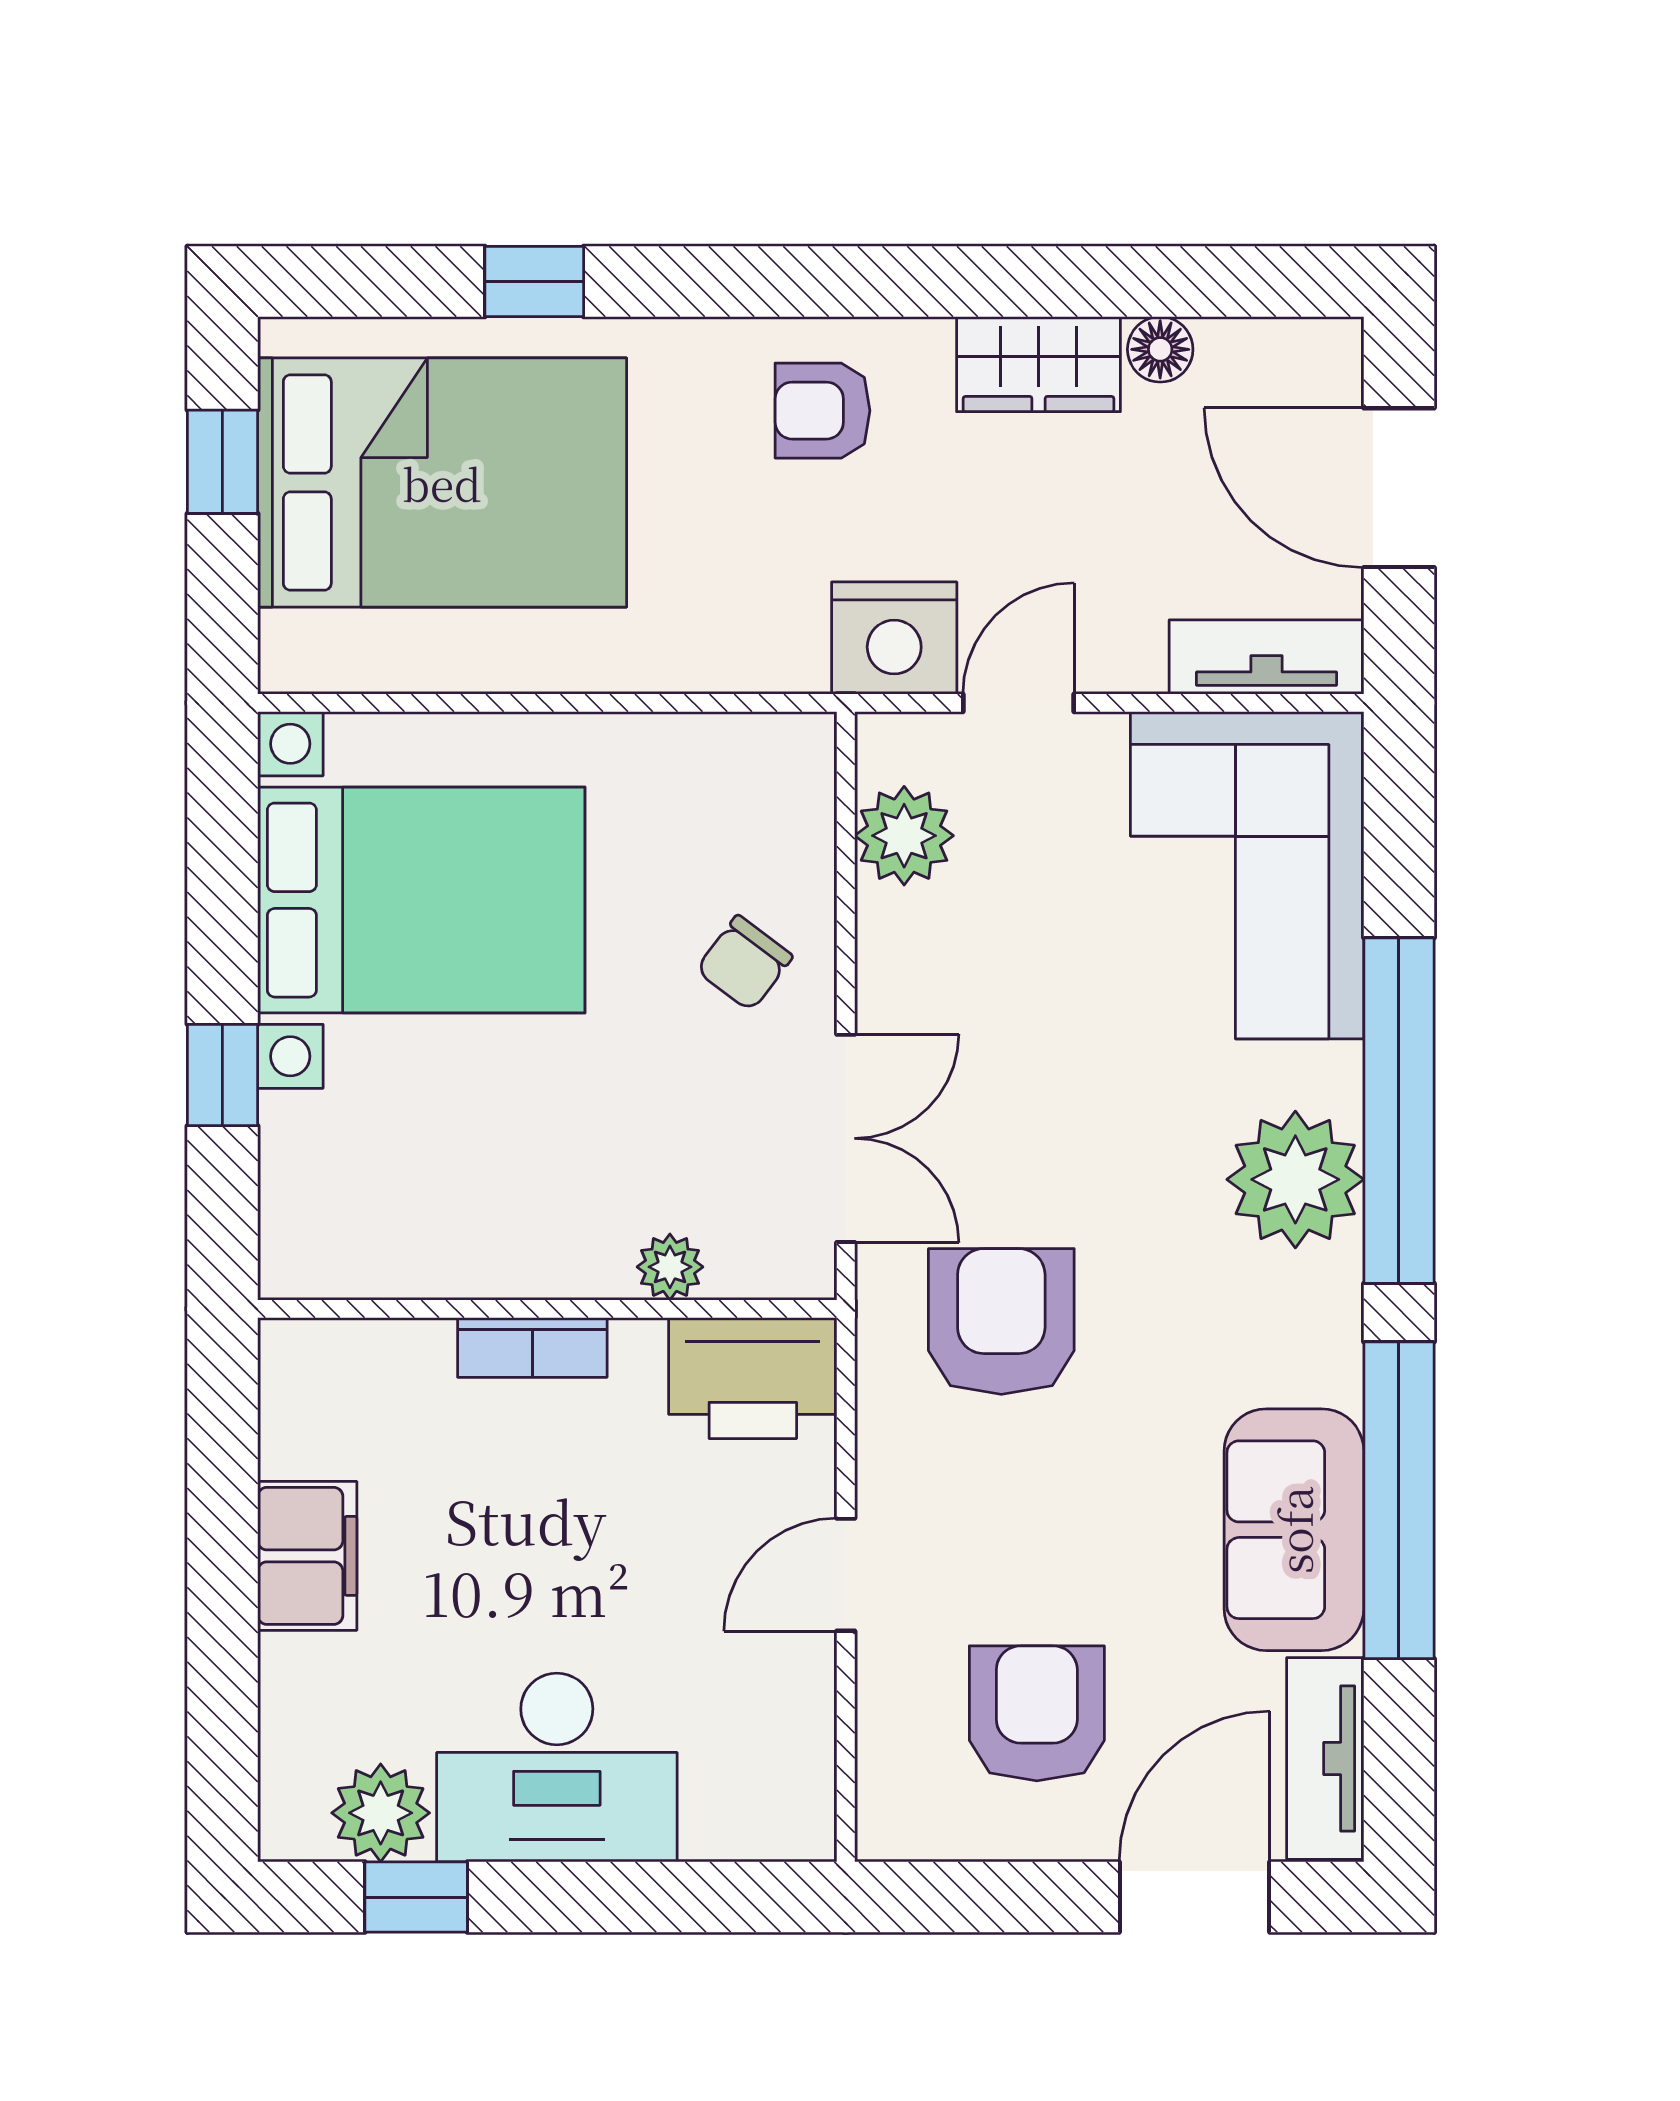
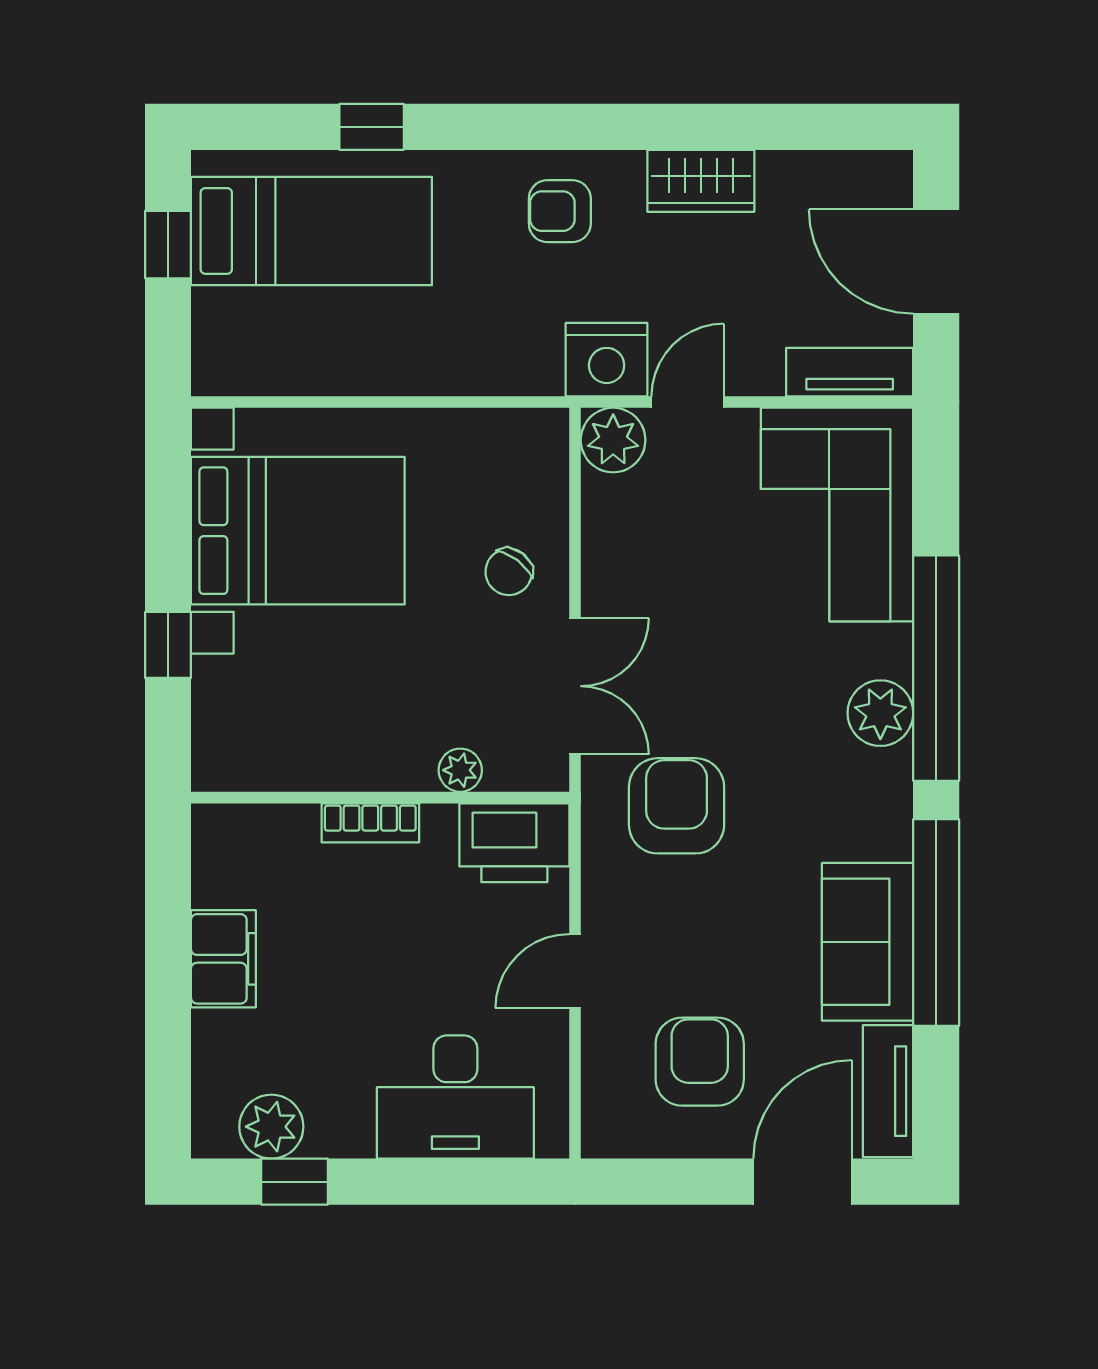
floor lamp: (1160, 349) -> (780, 171), removed
bed: (442, 483) -> (311, 231), width x0.67
plant: (904, 836) -> (613, 440), moved
plant: (1295, 1179) -> (880, 713), width x0.73, depth x0.73
desk: (557, 1768) -> (455, 1097), moved

